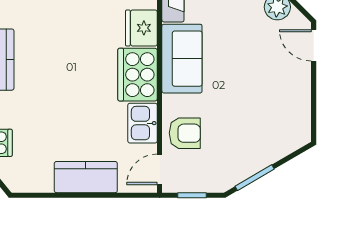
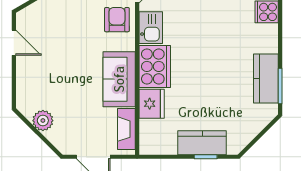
door: (314, 45) -> (14, 43), moved
armchair: (185, 133) -> (117, 20), turned 90

